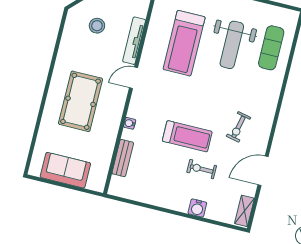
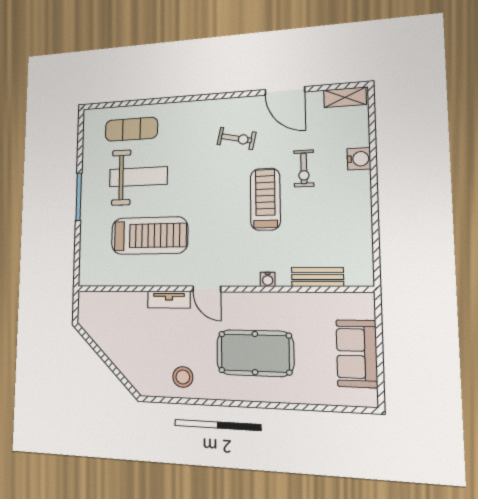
stool: (97, 26) -> (183, 377), moved
tv unit: (134, 41) -> (169, 300), width x0.71

